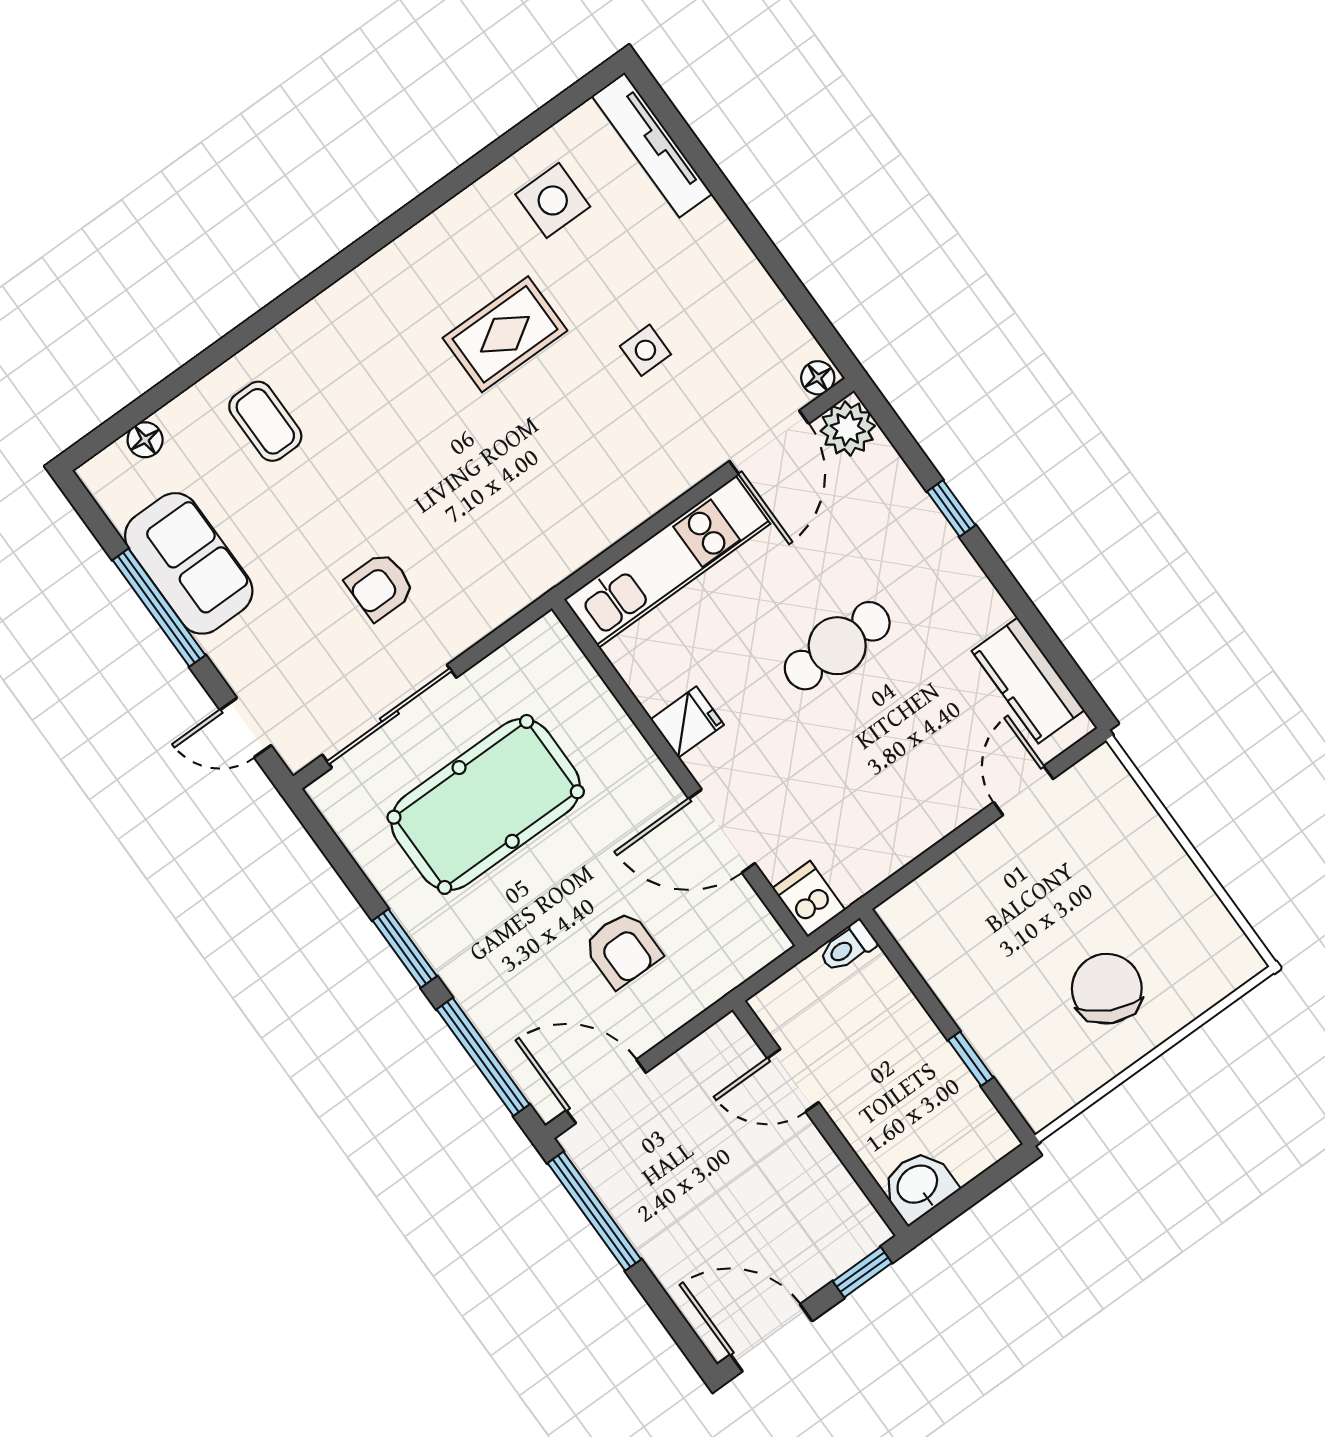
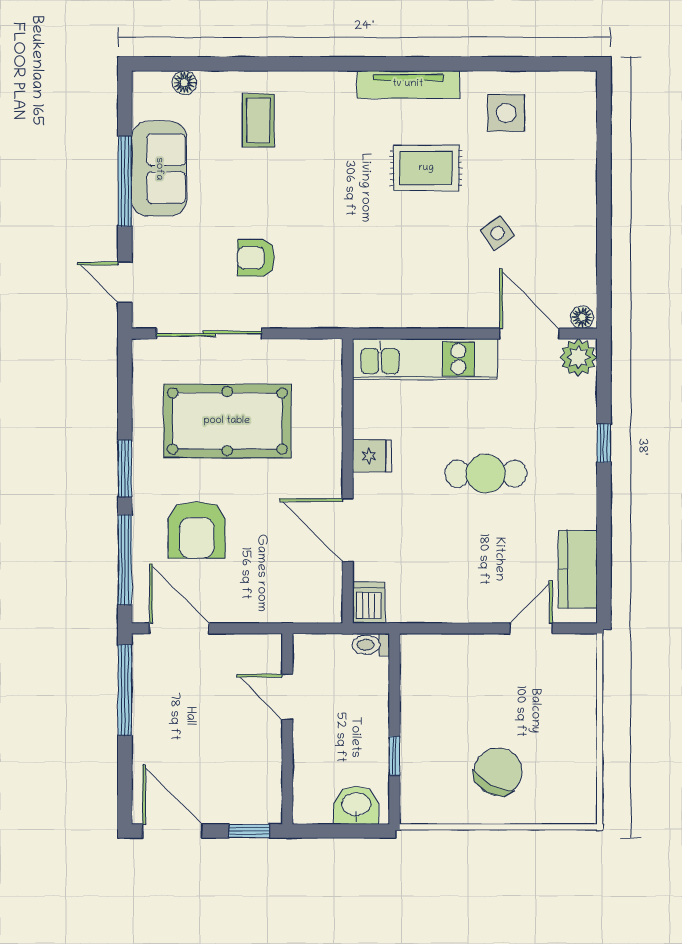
tv unit: (652, 145) -> (408, 84), moved, turned -90
side table: (645, 350) -> (498, 233), turned -35
door: (769, 442) -> (529, 334), swing flipped
armchair: (622, 949) -> (197, 530), moved, width x1.38, depth x1.38
washbasin: (918, 1185) -> (356, 805), moved

